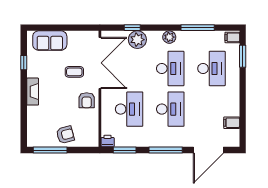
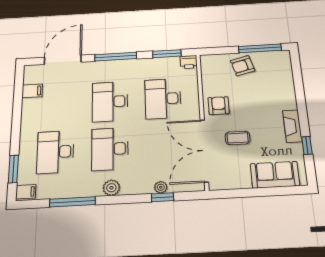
plant: (137, 40) -> (161, 187), width x0.53, depth x0.53
fireplace: (33, 92) -> (292, 126), moved

